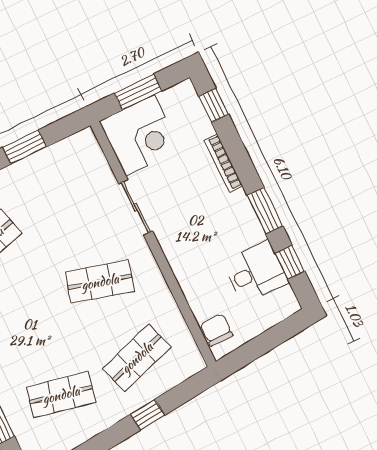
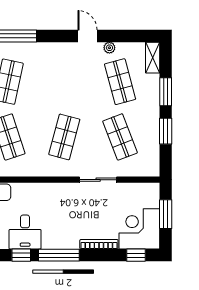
corner desk: (140, 135) -> (139, 229), moved, turned 90
shop shelf: (63, 206) -> (120, 137), added
window: (265, 211) -> (59, 255), width x1.44

